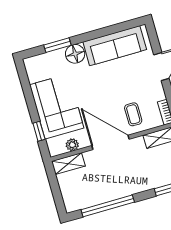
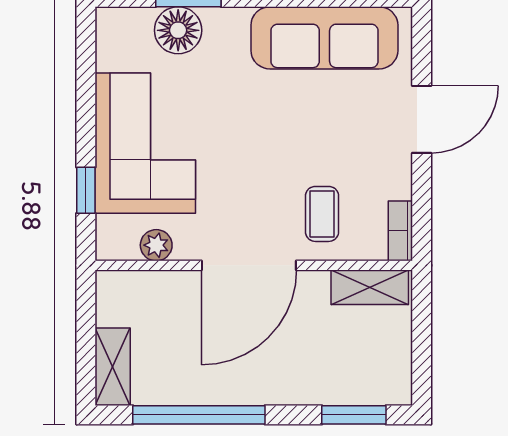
floor lamp: (75, 54) -> (178, 30), moved
door: (111, 142) -> (249, 265), swing flipped
shelving: (68, 164) -> (113, 367), moved, turned 90

